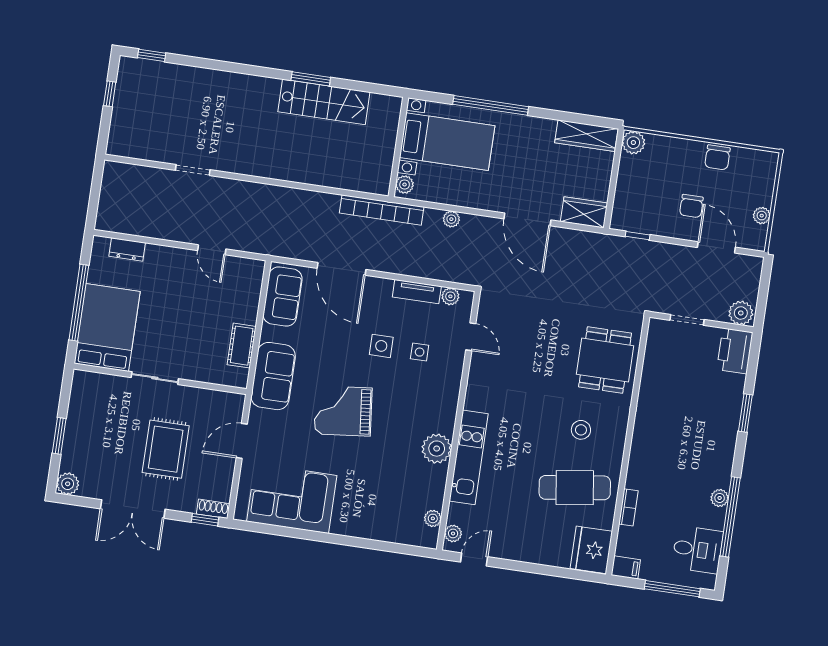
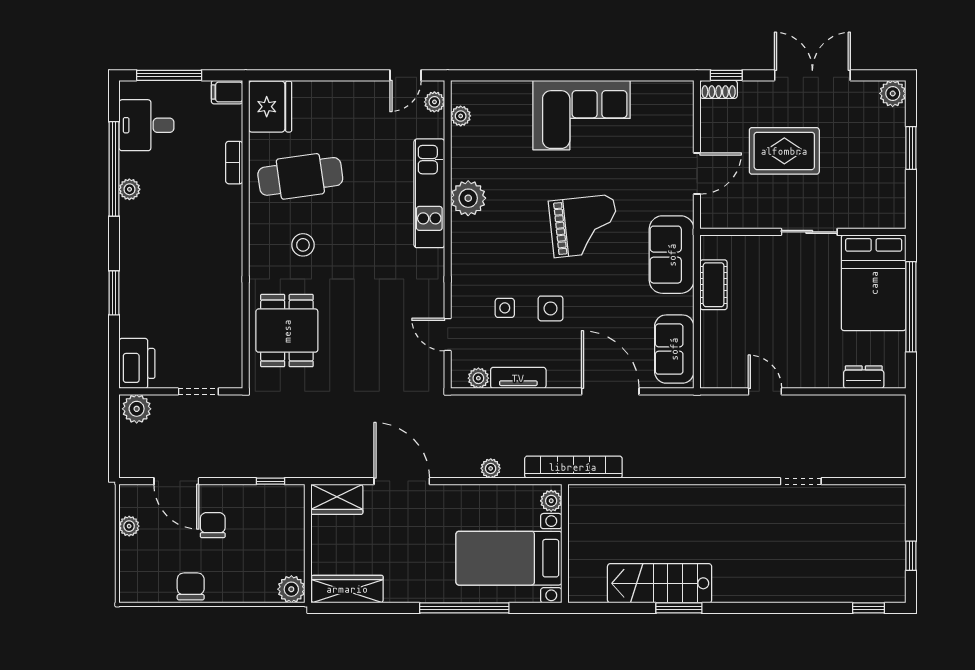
rug: (166, 449) -> (784, 151), turned 90
corner sofa: (292, 498) -> (581, 115), moved

